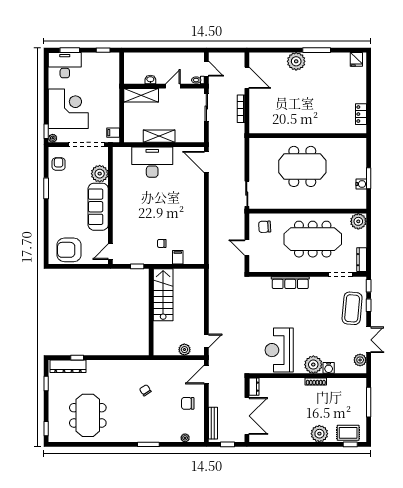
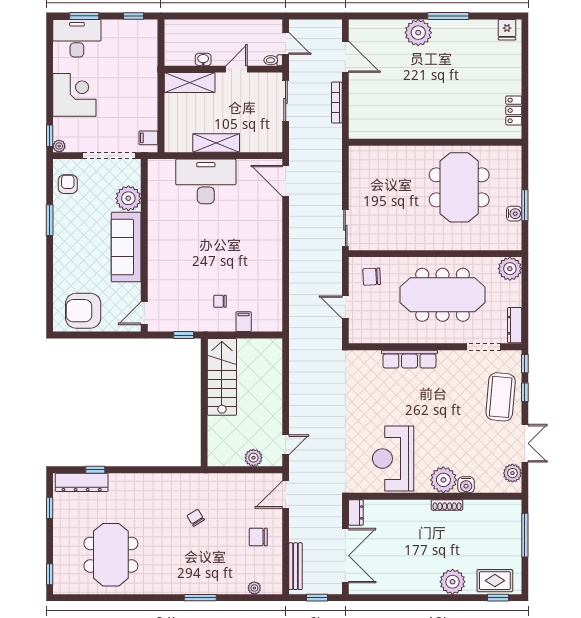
corner desk: (68, 109) -> (74, 95), width x0.74, depth x0.74
meeting table: (302, 166) -> (459, 187), moved, turned 90

